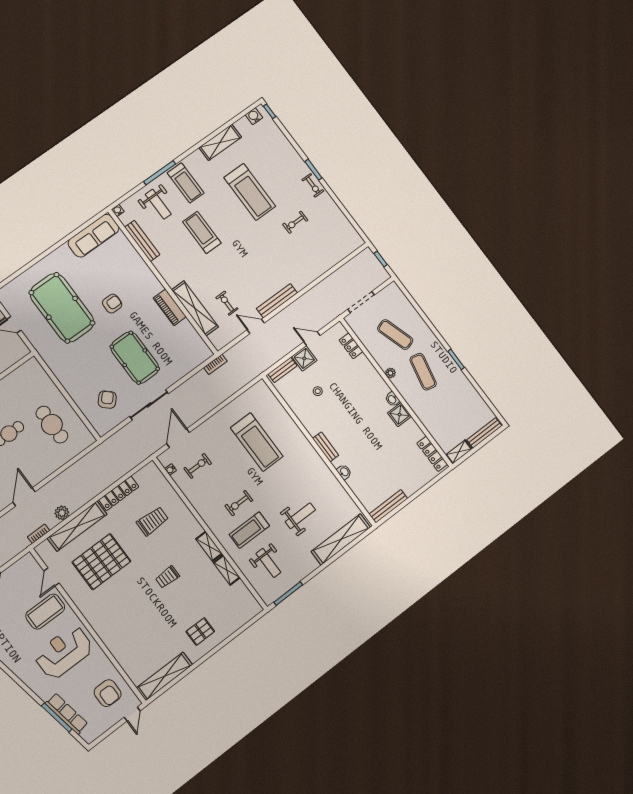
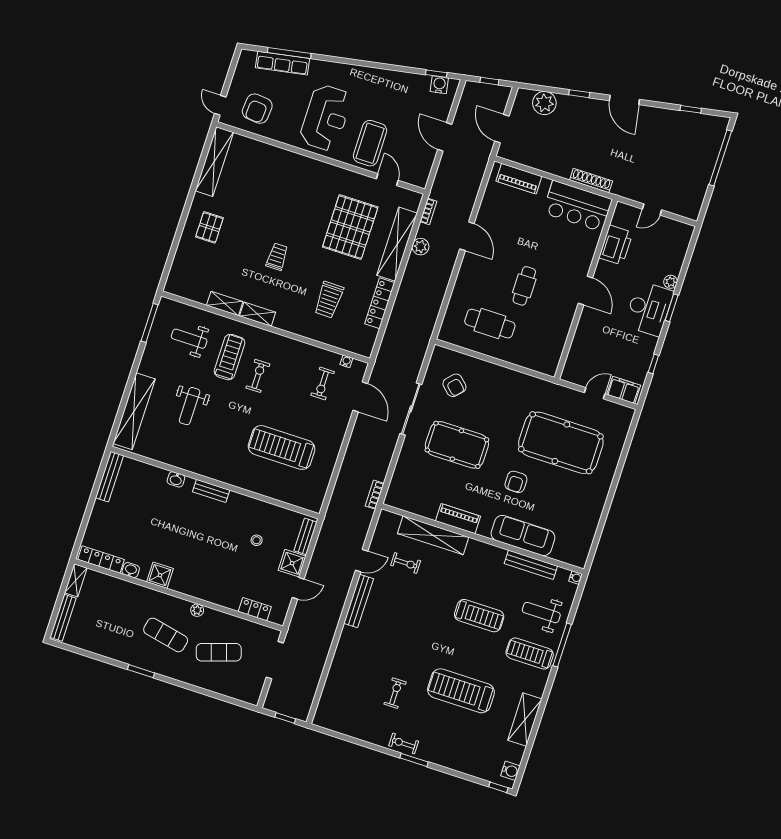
sofa: (94, 236) -> (523, 535), moved, turned 90
washbasin: (392, 399) -> (131, 570), moved
armchair: (108, 693) -> (257, 109), turned -85

